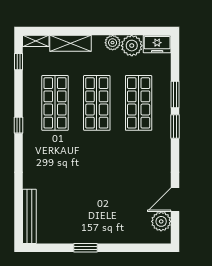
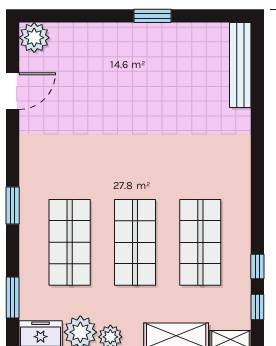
window: (175, 95) -> (13, 298), moved
window: (19, 125) -> (257, 267), moved
plant: (161, 221) -> (34, 38), moved

